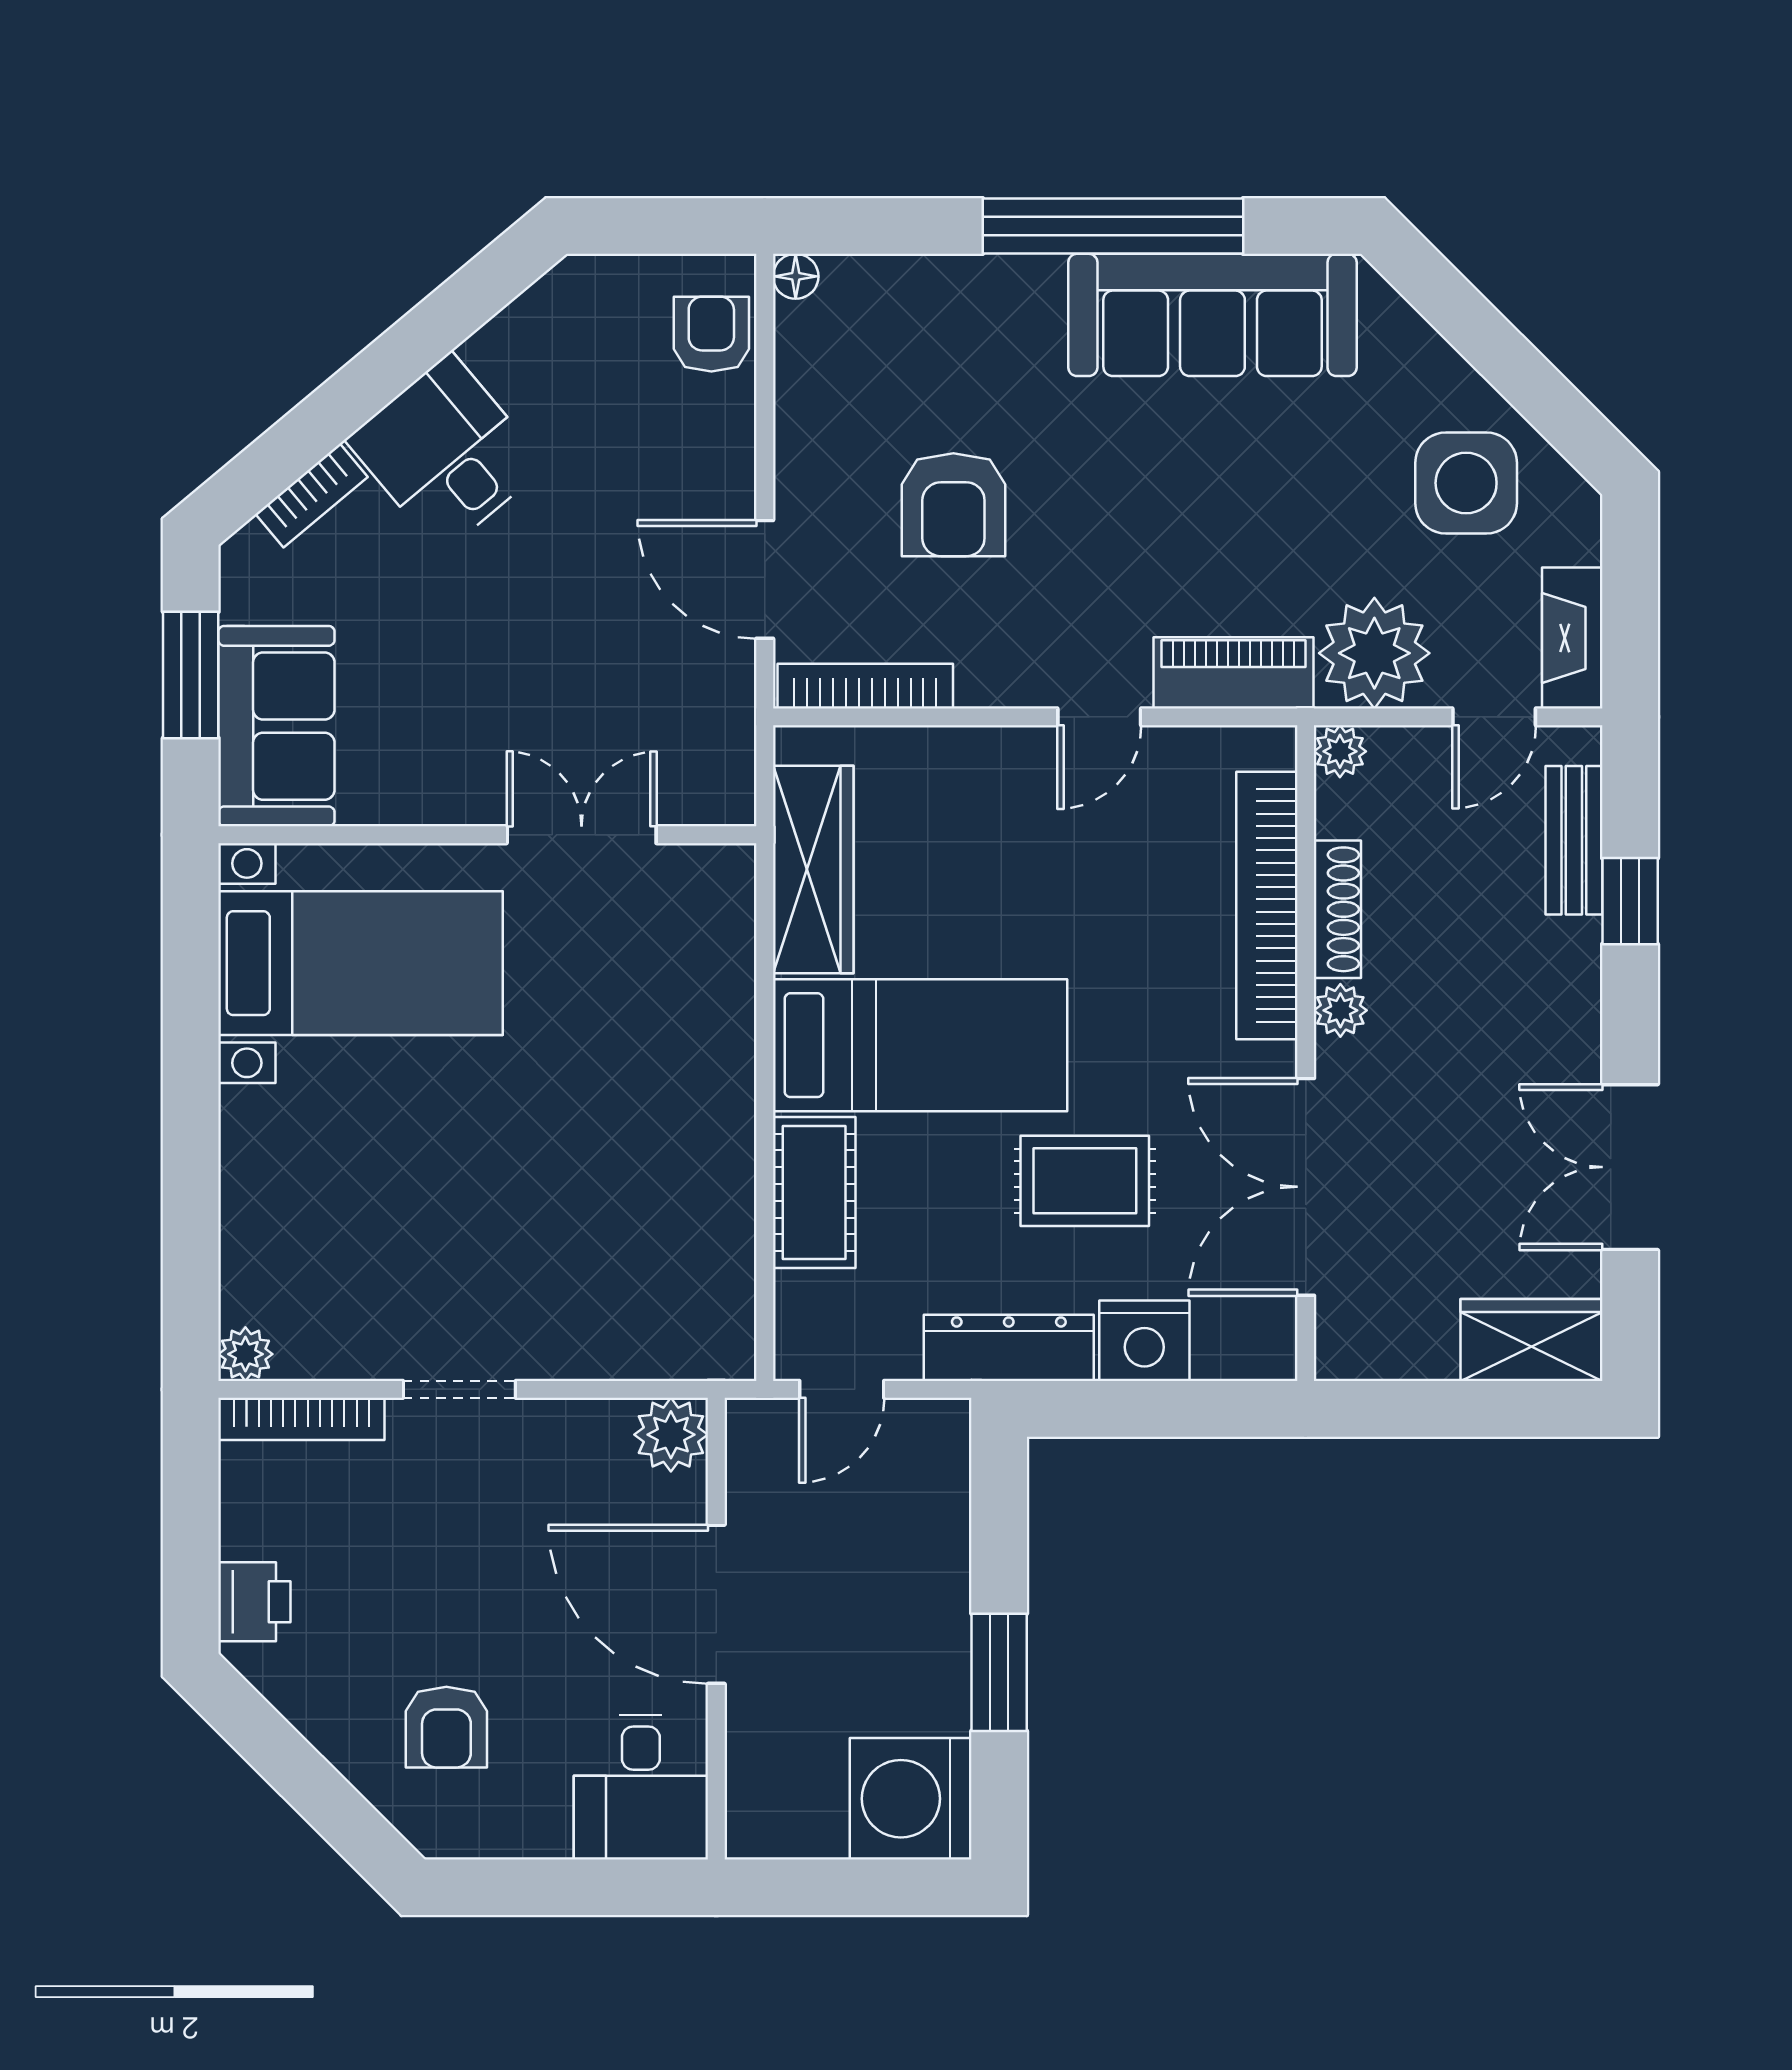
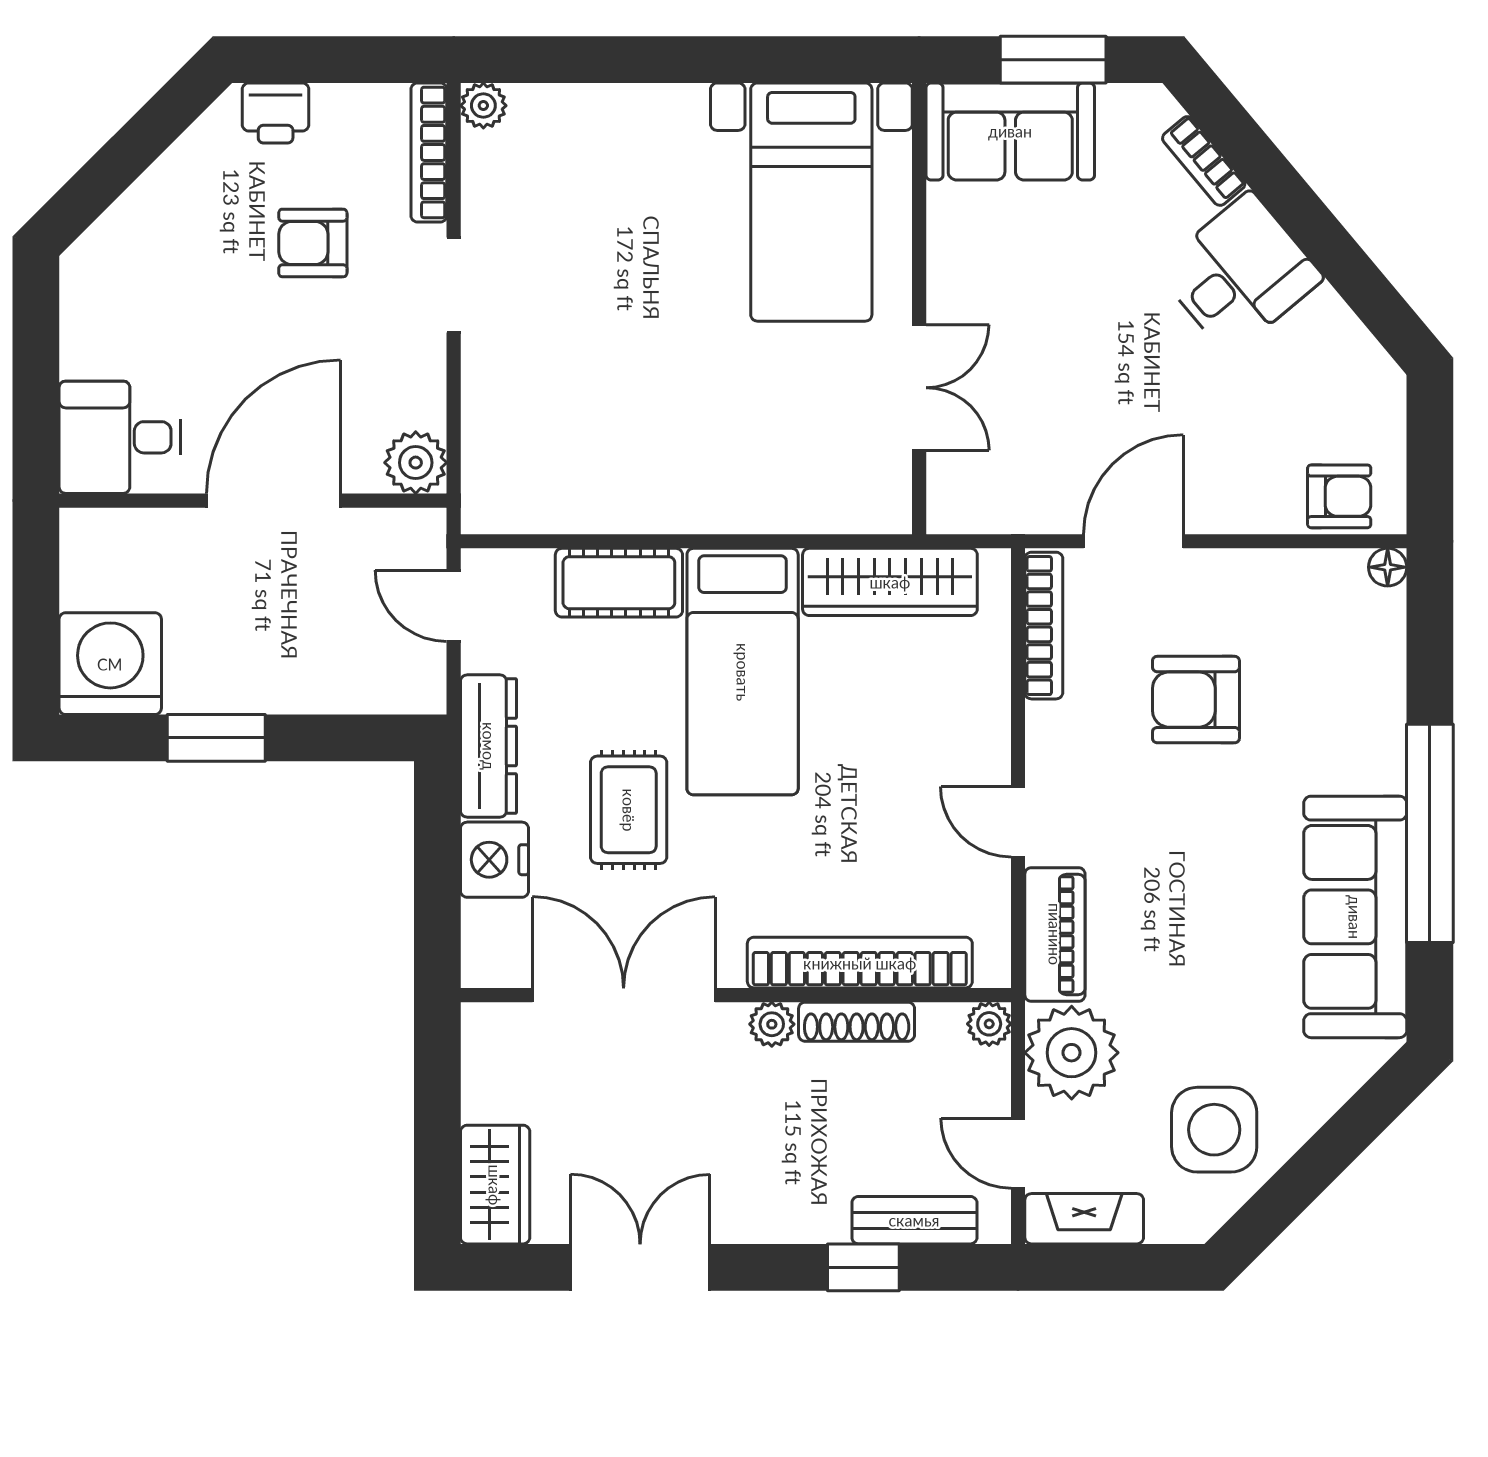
armchair: (446, 1727) -> (313, 243), moved

